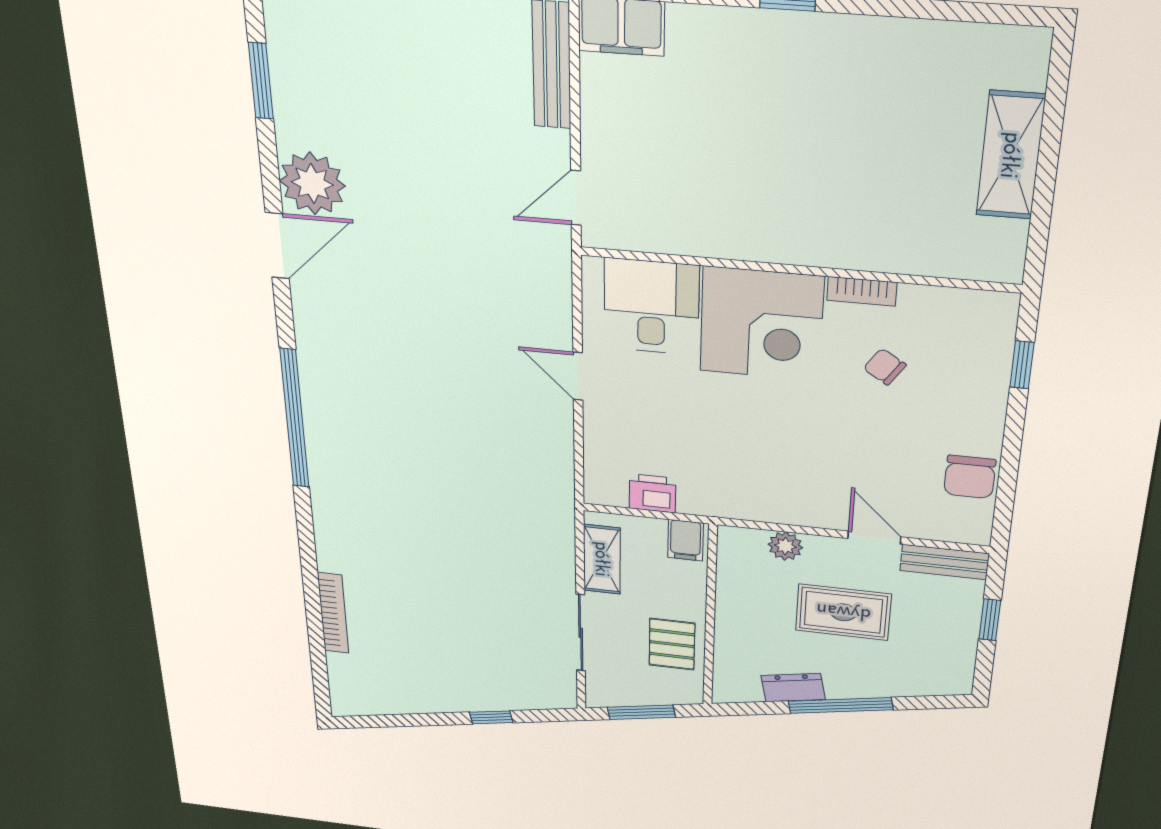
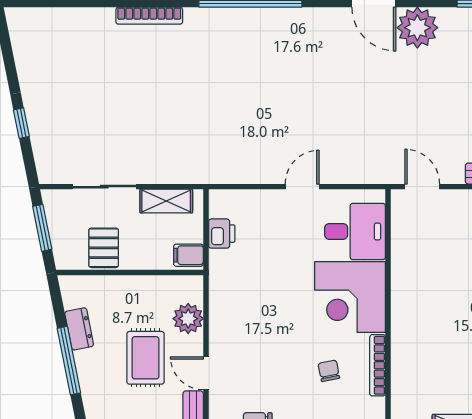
bookcase: (862, 291) -> (378, 365), width x1.56
chair: (885, 367) -> (329, 371), turned -44
door: (874, 538) -> (206, 373), swing flipped
plant: (785, 546) -> (188, 319), width x1.38, depth x1.38
bookcase: (333, 613) -> (149, 16), moved
pallet: (672, 644) -> (104, 248), turned 90

